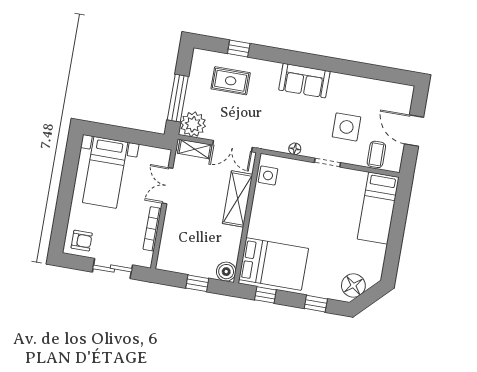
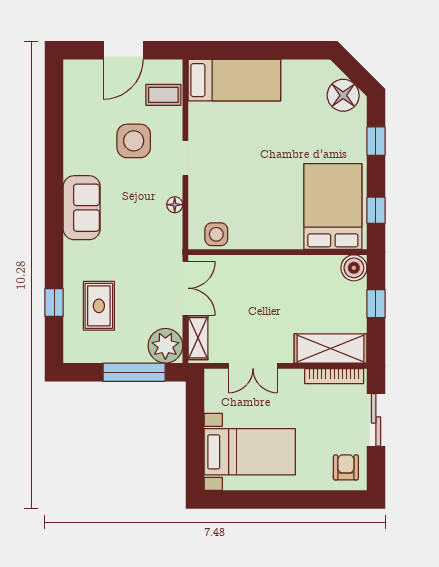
shelving: (238, 199) -> (331, 349), moved
bookcase: (152, 229) -> (334, 376), moved

